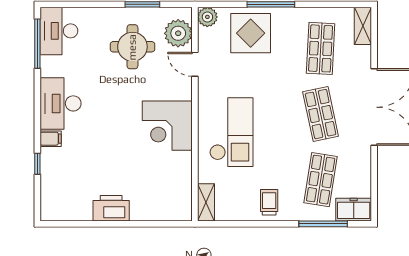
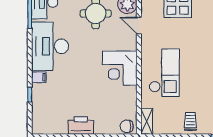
desk: (61, 103) -> (50, 46), width x1.36, depth x1.30
chair: (177, 209) -> (127, 126), added

